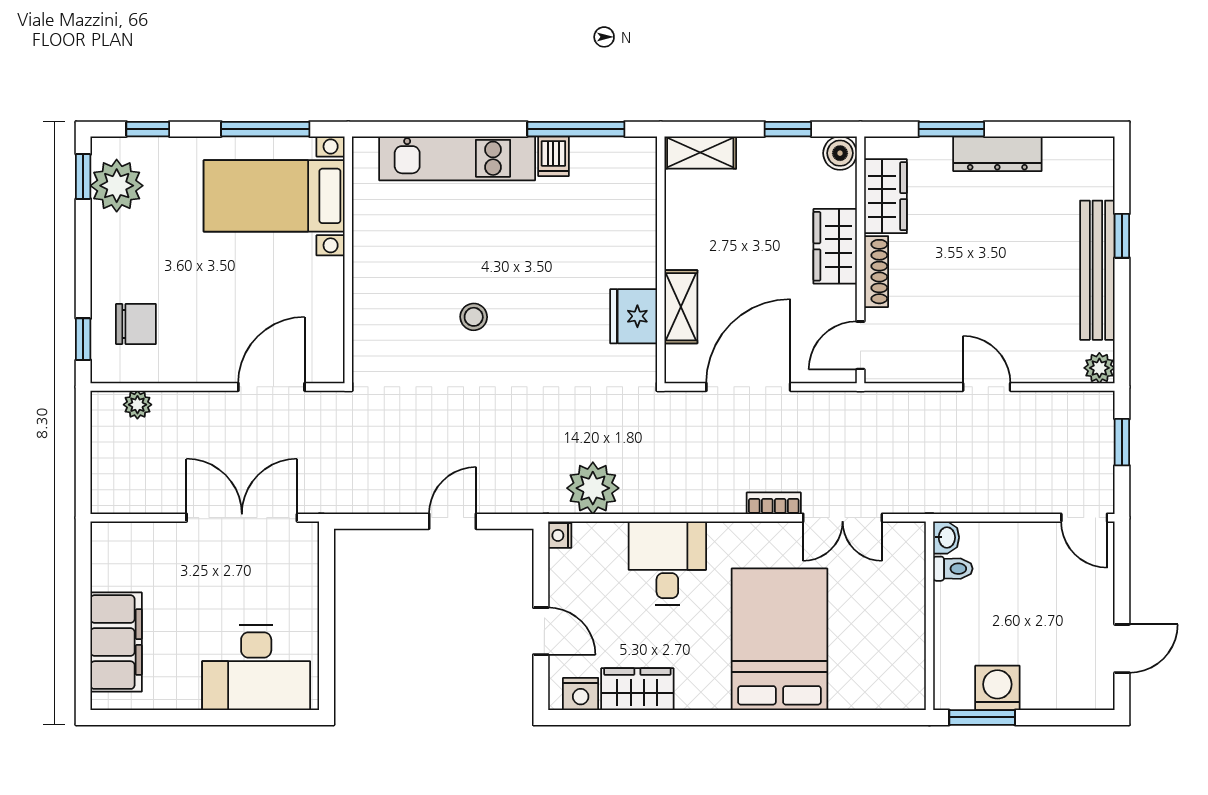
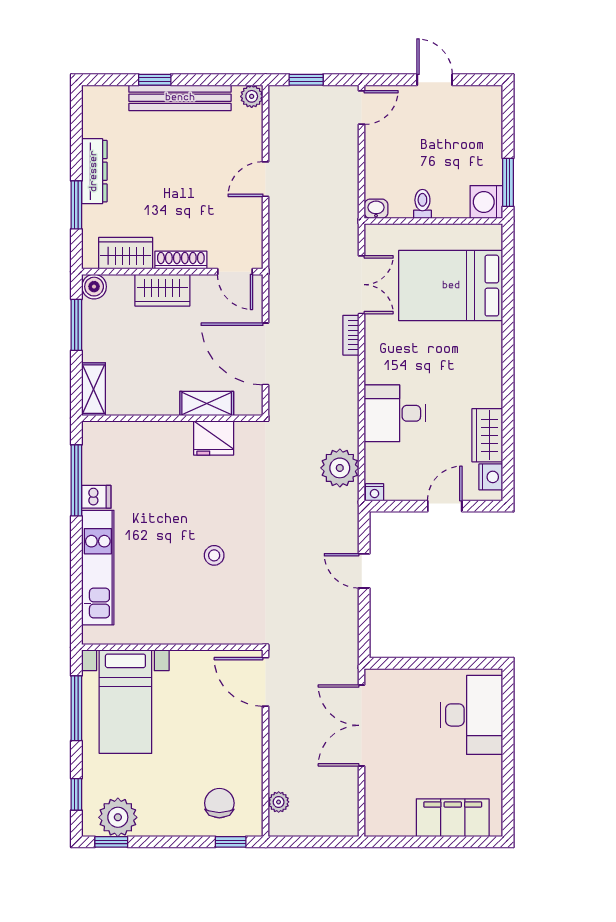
window: (788, 129) -> (76, 325), width x1.50
door: (271, 387) -> (266, 682), moved
toilet: (953, 569) -> (422, 204), moved
bed: (779, 639) -> (451, 286), moved
door: (1122, 649) -> (435, 80), moved
washing machine: (997, 688) -> (486, 202), moved

